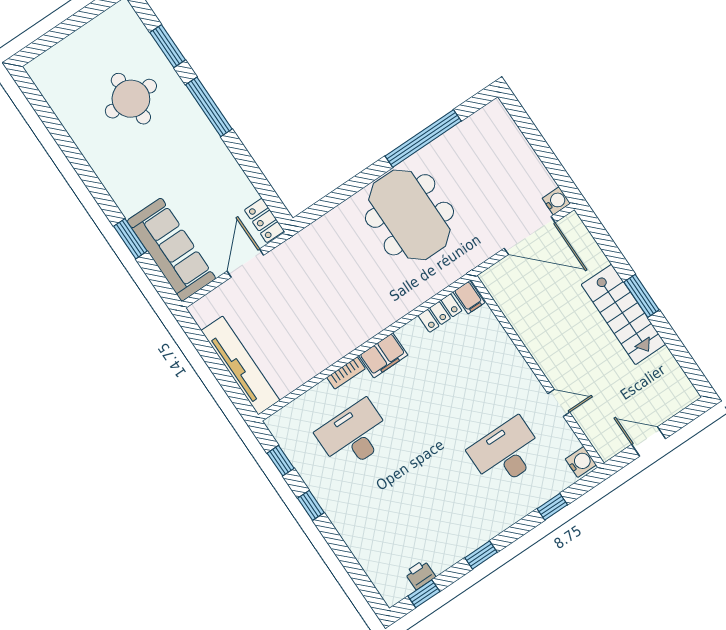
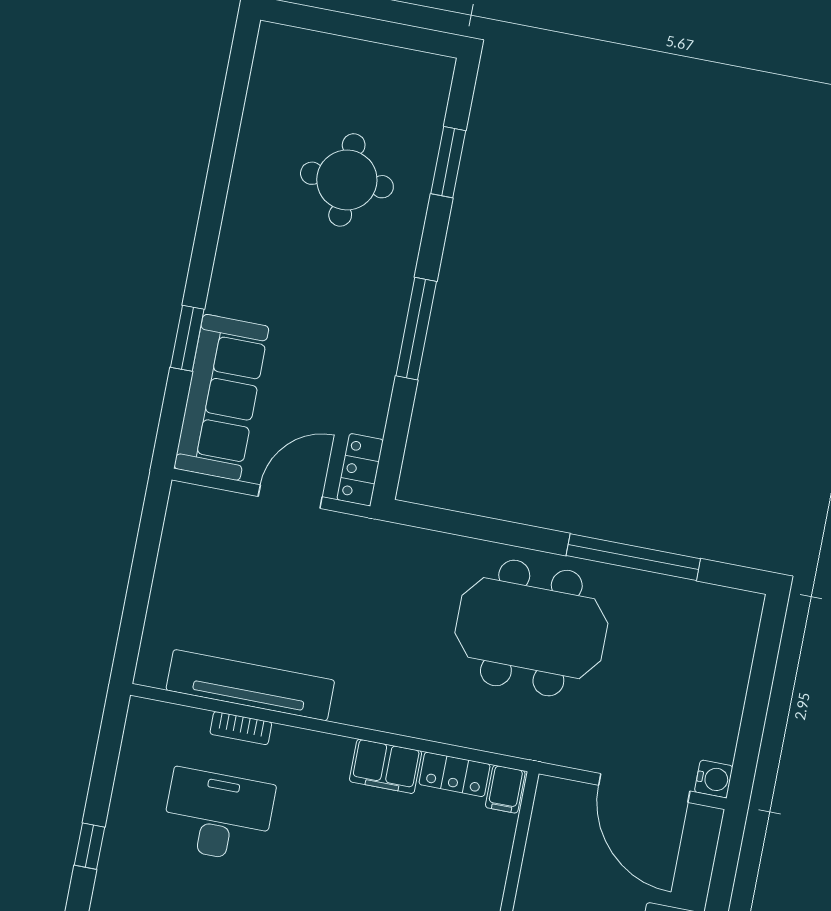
window: (209, 107) -> (416, 329), moved
meeting table: (409, 215) -> (531, 628), turned 90
filing cabinet: (383, 355) -> (386, 766), moved
tv unit: (240, 365) -> (250, 685), moved, turned -90
bookcase: (346, 373) -> (241, 728), moved
window: (281, 461) -> (106, 761), removed

